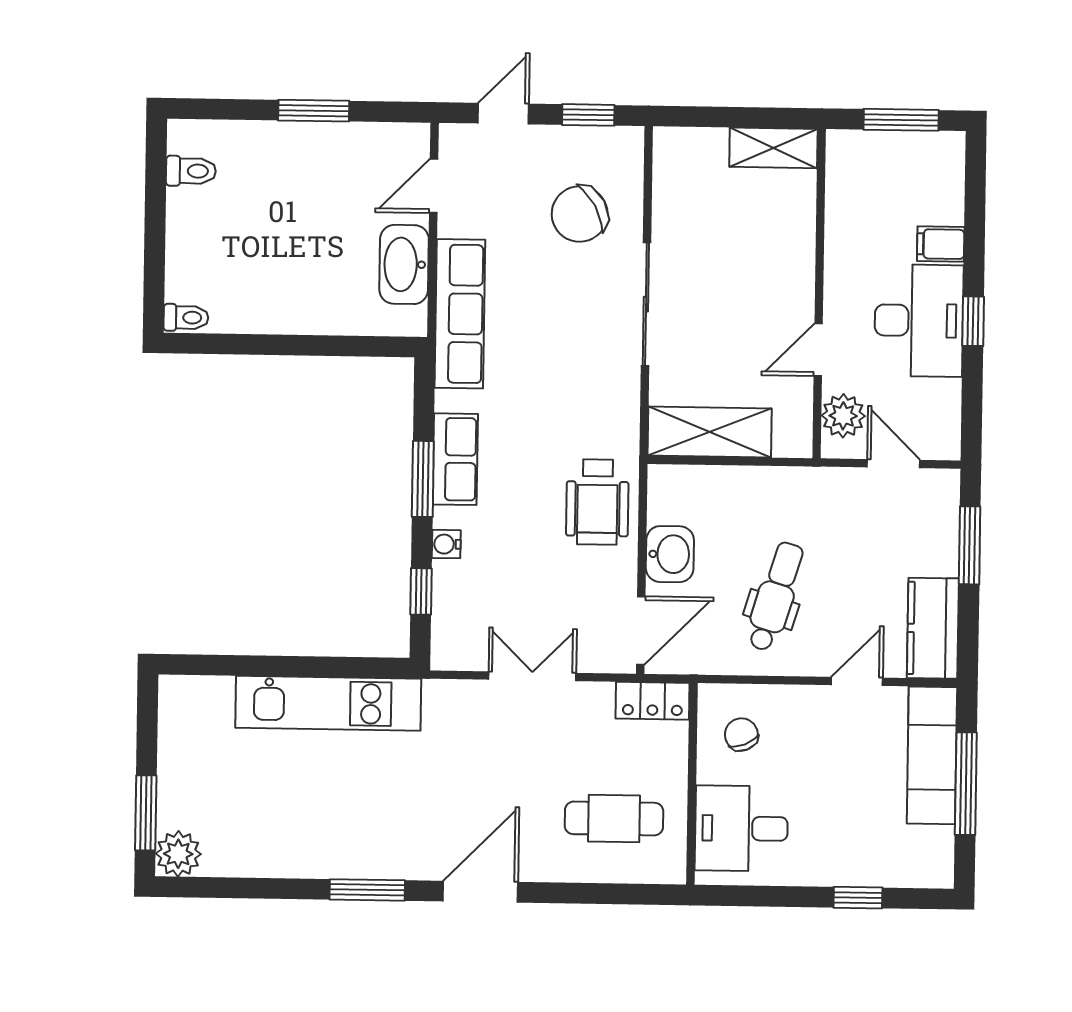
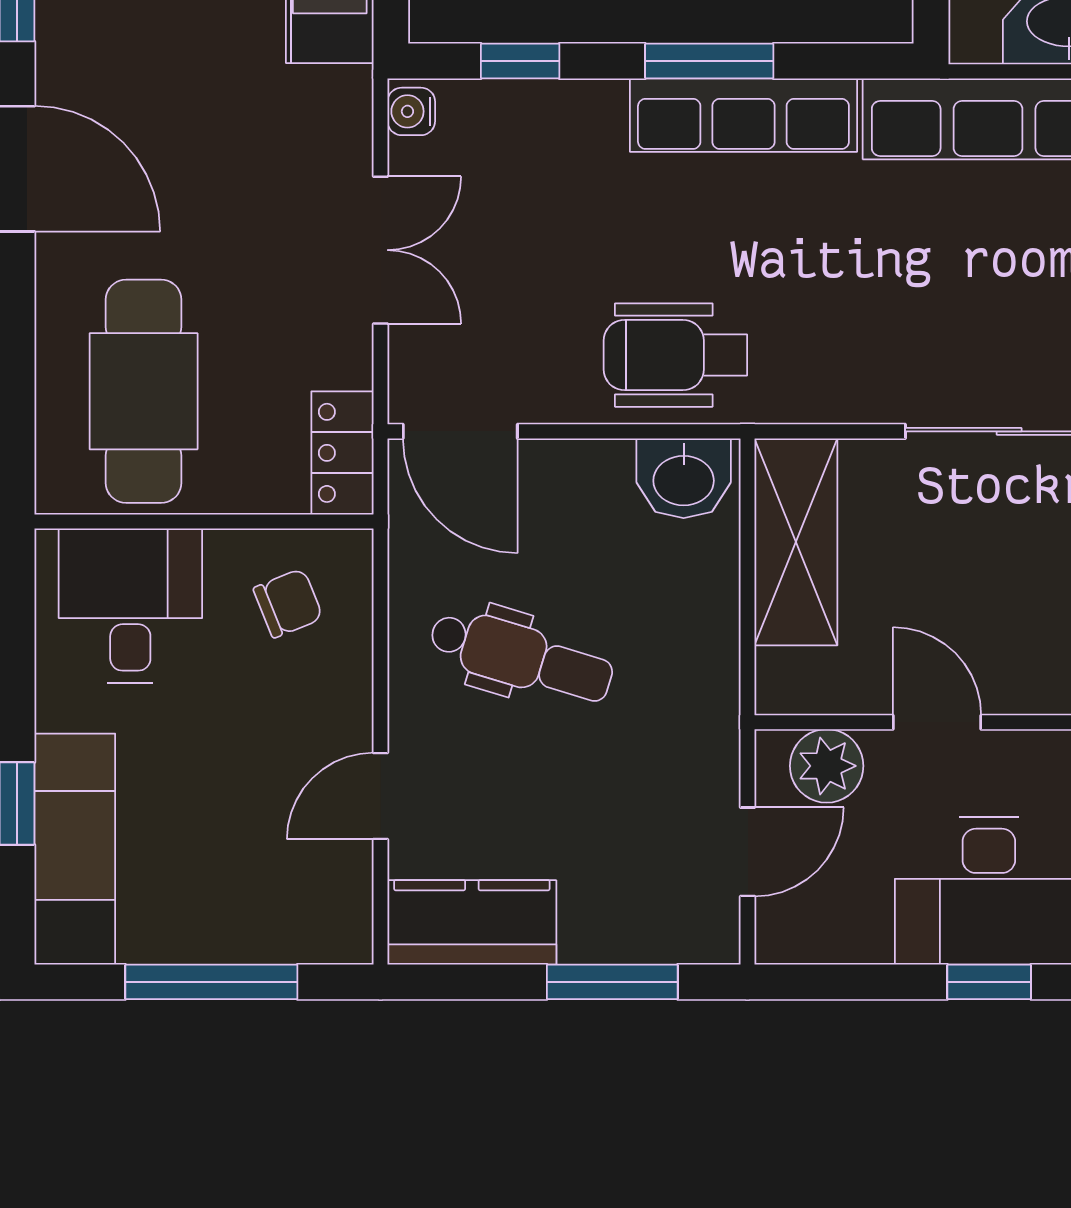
row of seats: (455, 459) -> (743, 115), width x1.48
water cooler: (446, 544) -> (411, 111), moved, turned -90
washbasin: (670, 554) -> (684, 478), moved
door: (857, 681) -> (381, 796), swing flipped
exam couch: (932, 755) -> (75, 849), moved, turned 90
cafe table: (614, 818) -> (144, 391), width x1.37, depth x1.35

